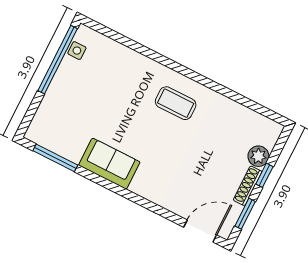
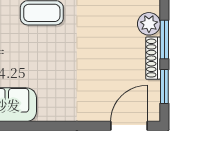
window: (264, 175) -> (164, 40), width x1.50

